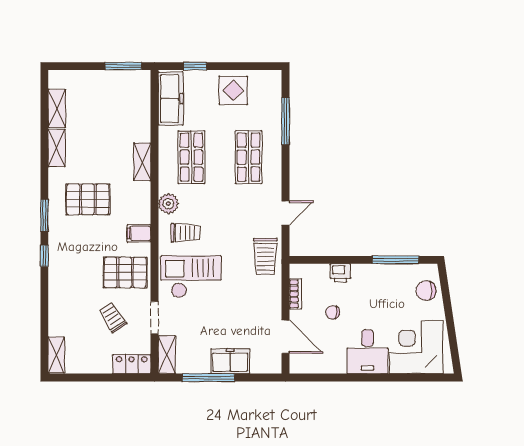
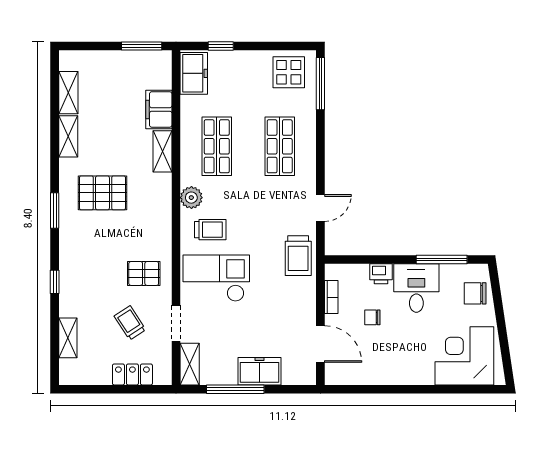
display table: (233, 90) -> (289, 72), moved
freezer: (171, 99) -> (194, 73), width x0.71
window: (286, 121) -> (320, 84), moved
filing cabinet: (139, 233) -> (159, 109), moved, width x2.00
window: (44, 256) -> (55, 282), moved
pallet: (125, 273) -> (144, 273), width x0.67, depth x0.71
desk: (368, 352) -> (416, 288), moved, turned 180
shelving: (56, 355) -> (68, 338), moved
locker: (132, 364) -> (132, 374), moved

